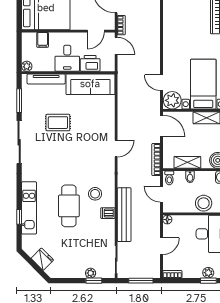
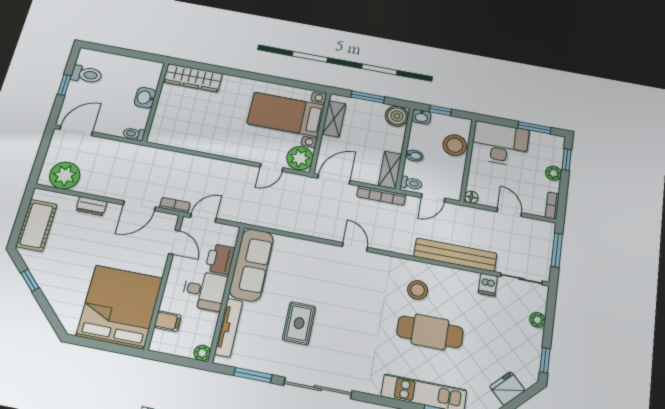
shelving: (187, 162) -> (390, 170), moved
dishwasher: (108, 213) -> (488, 285), moved
plant: (208, 273) -> (554, 173), moved
window: (94, 281) -> (545, 360), moved

